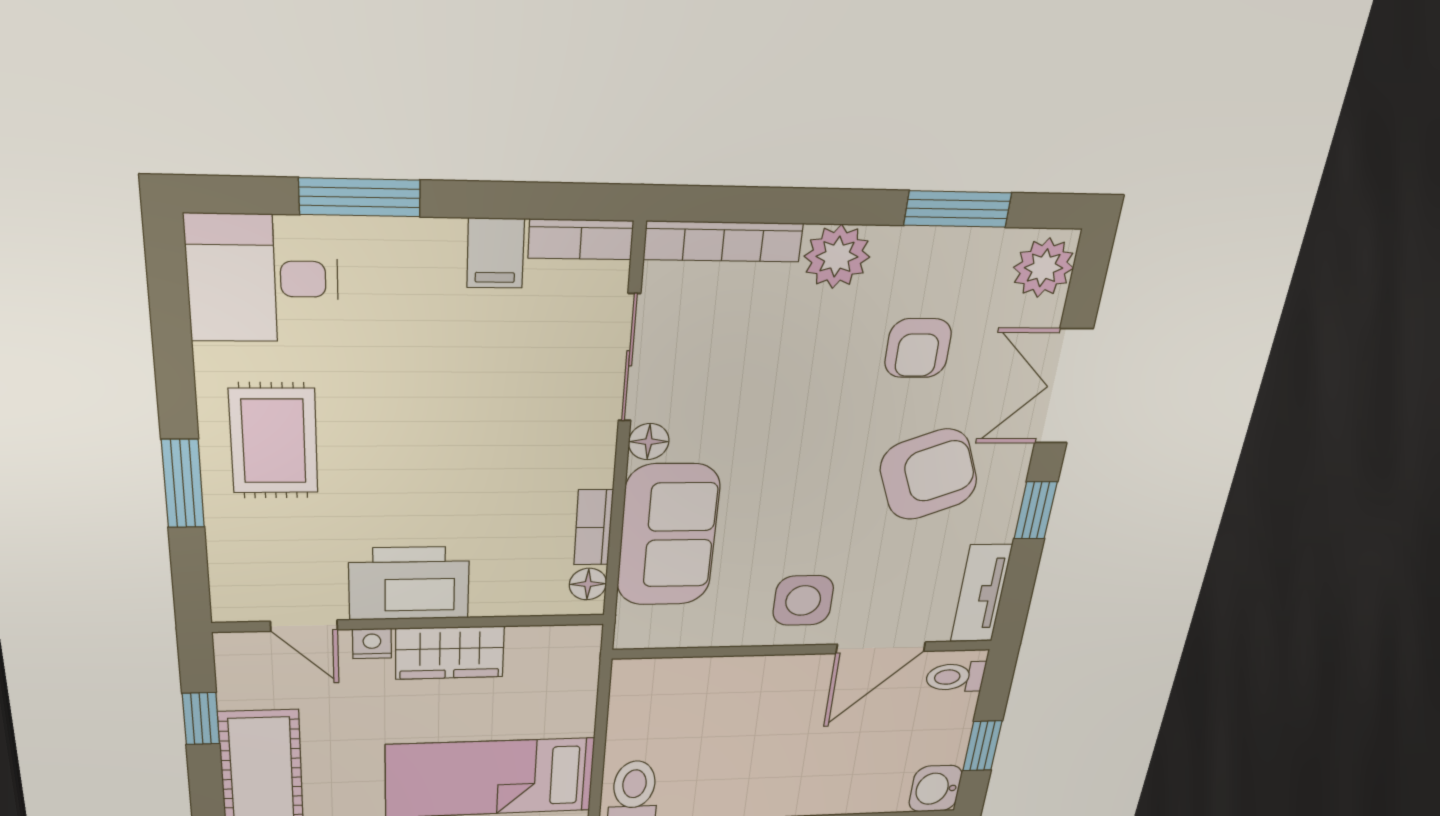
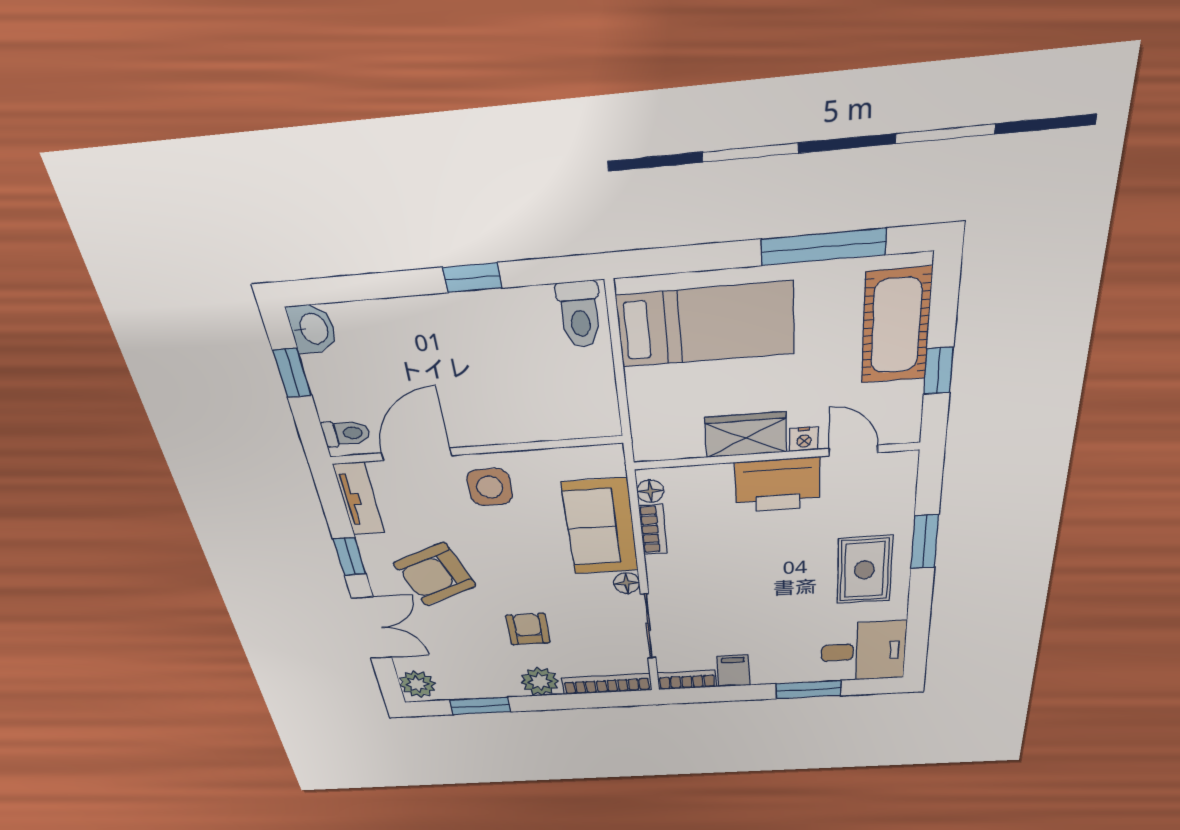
armchair: (918, 348) -> (528, 629), moved

